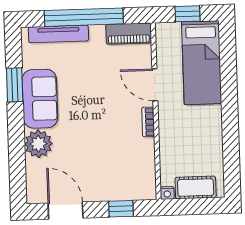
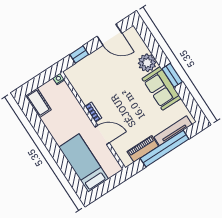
window: (188, 14) -> (108, 186), removed
piano: (129, 34) -> (143, 149), moved
window: (15, 85) -> (172, 75), moved
cot: (196, 188) -> (38, 103), moved, turned 90

